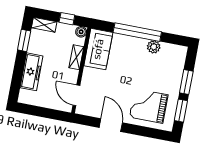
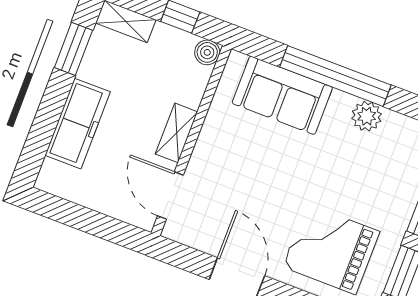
sofa: (98, 49) -> (282, 95), moved, turned 90
shelving: (76, 57) -> (177, 133), moved

